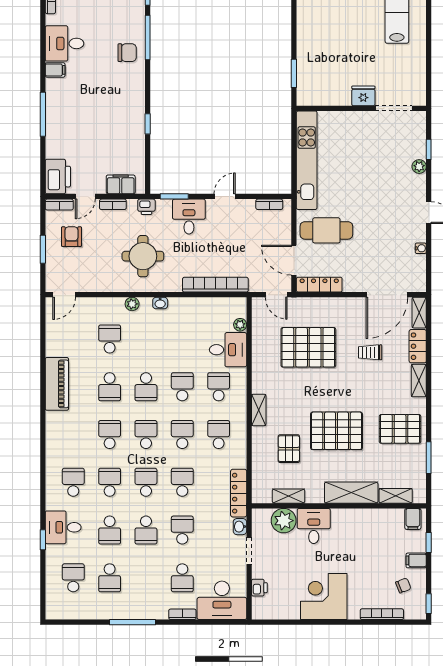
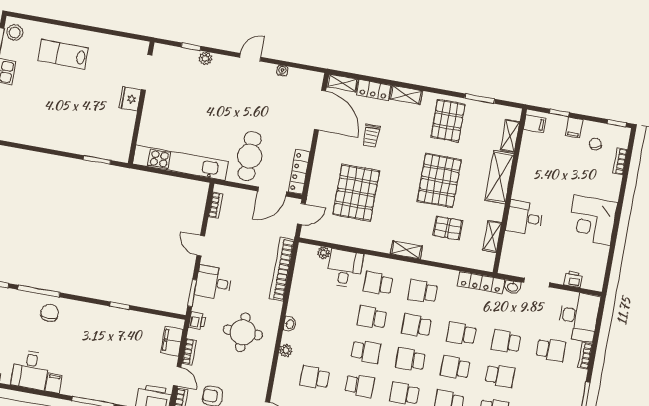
plant: (284, 521) -> (514, 245), removed
bookcase: (382, 614) -> (620, 162), width x0.64

